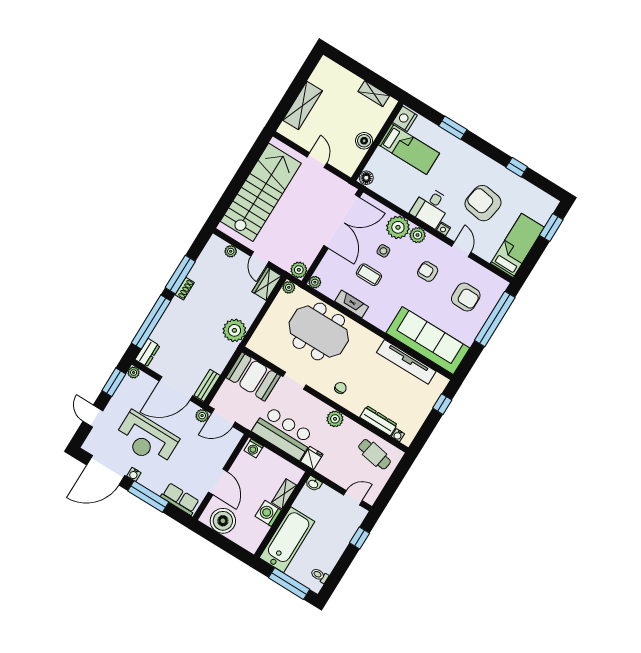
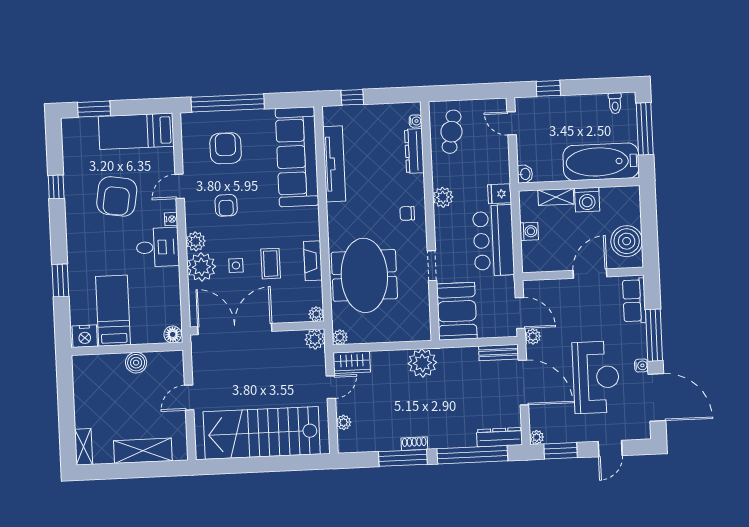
shelving: (374, 94) -> (84, 447), moved
dresser: (147, 353) -> (499, 437), width x1.44
washing machine: (254, 448) -> (529, 231), moved

